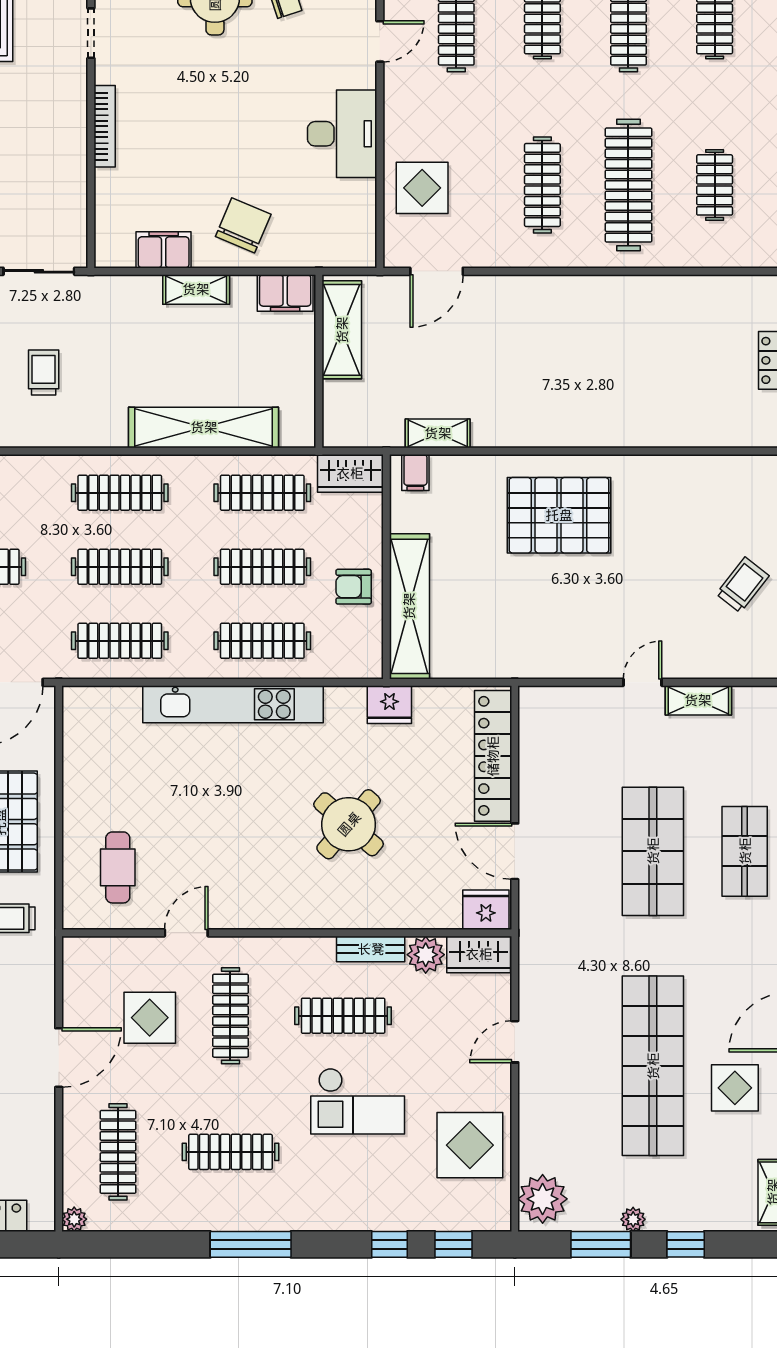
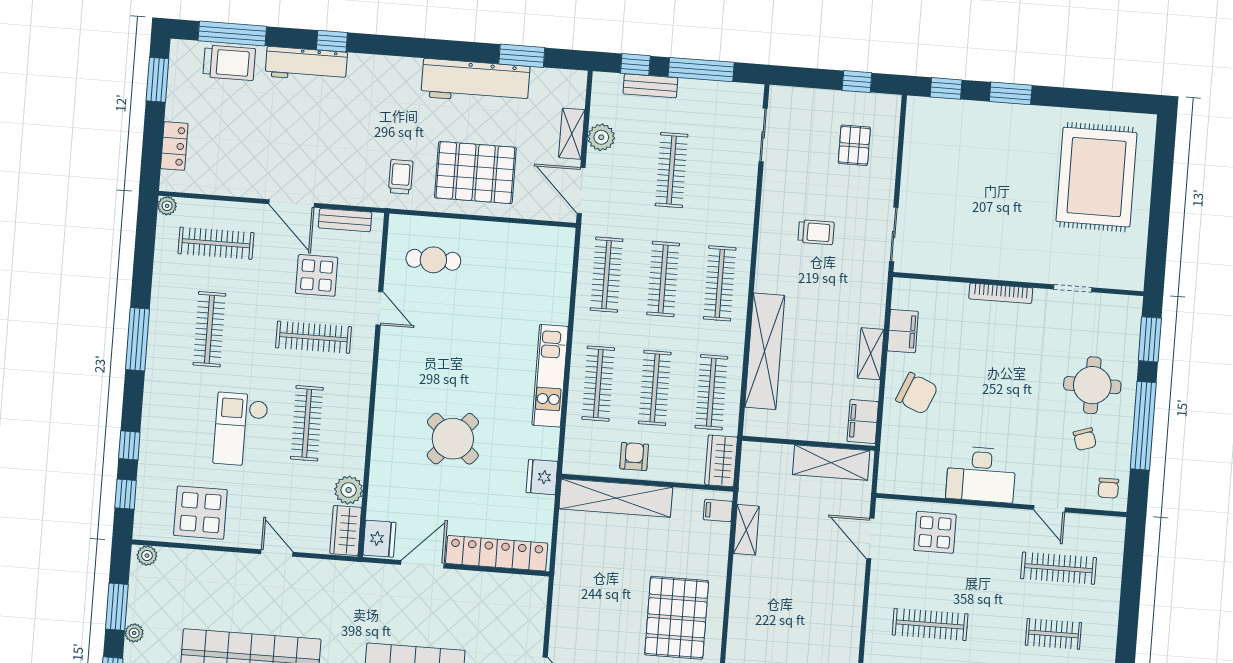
kitchen unit: (233, 704) -> (550, 376), width x0.73
bench: (371, 949) -> (345, 220), moved, turned 90
plant: (543, 1199) -> (147, 556), width x0.53, depth x0.53

